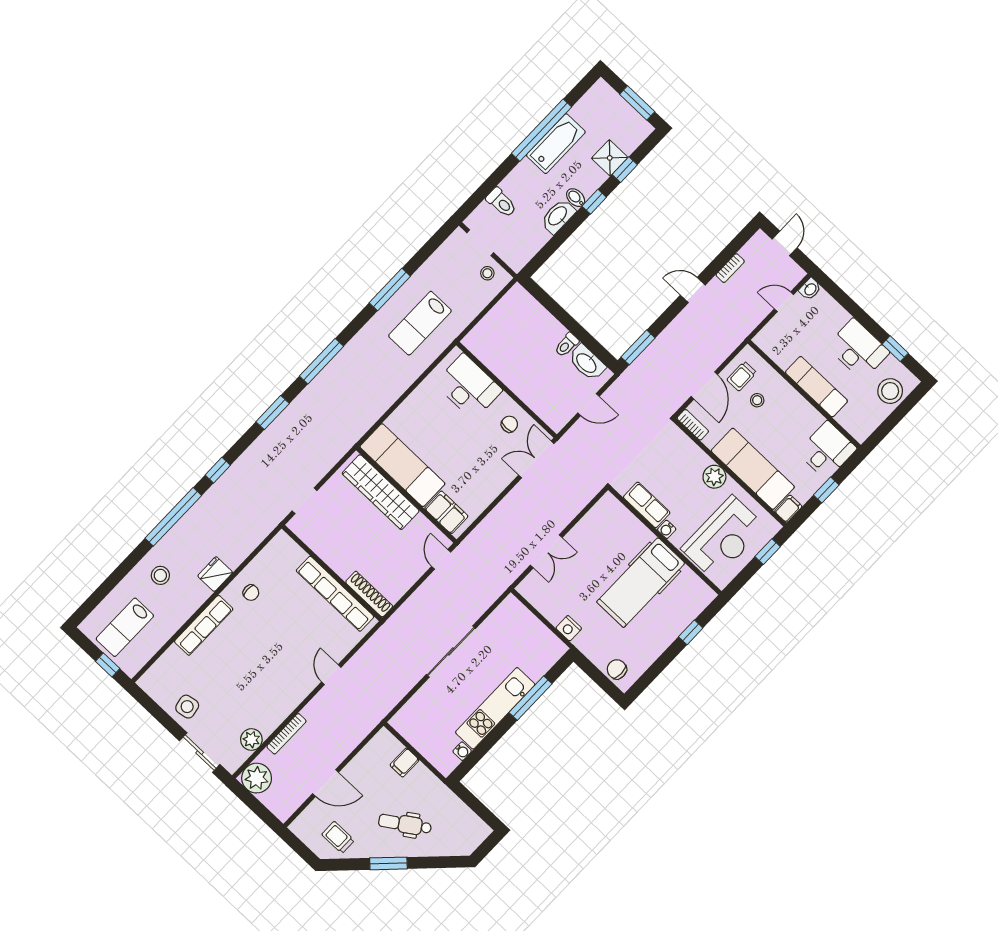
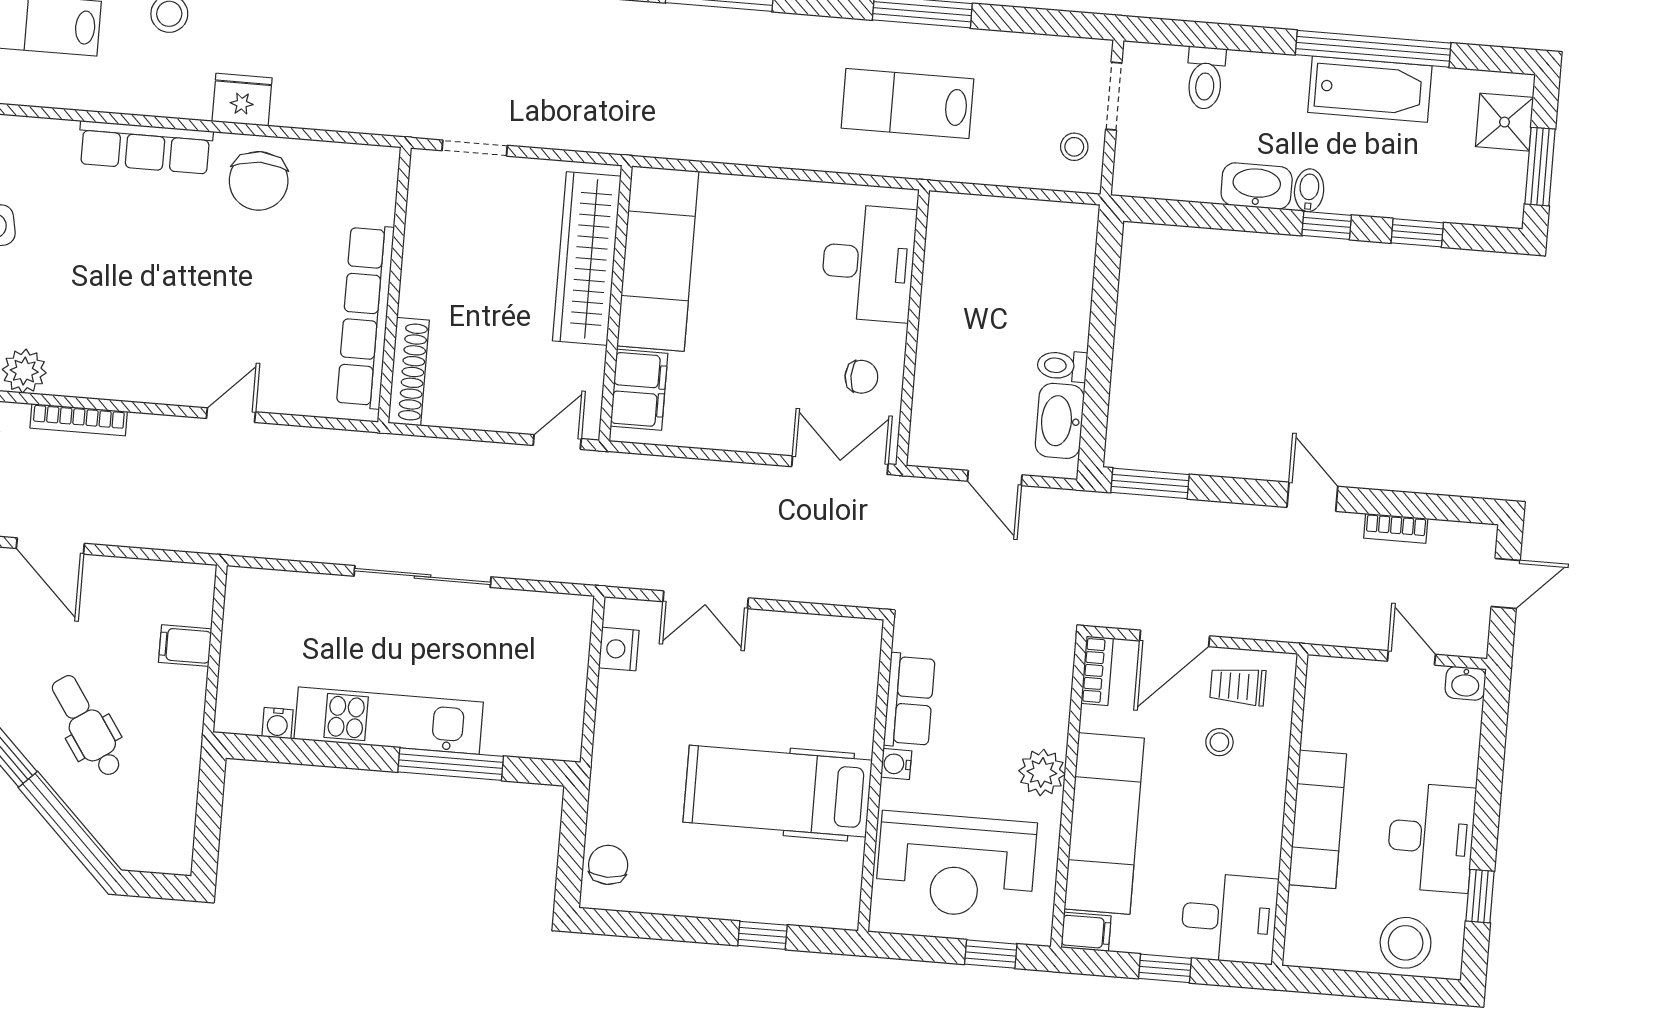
shower: (610, 158) -> (1504, 122), moved
chair: (251, 593) -> (259, 181), width x1.87, depth x1.87
nightstand: (569, 628) -> (619, 649), moved

